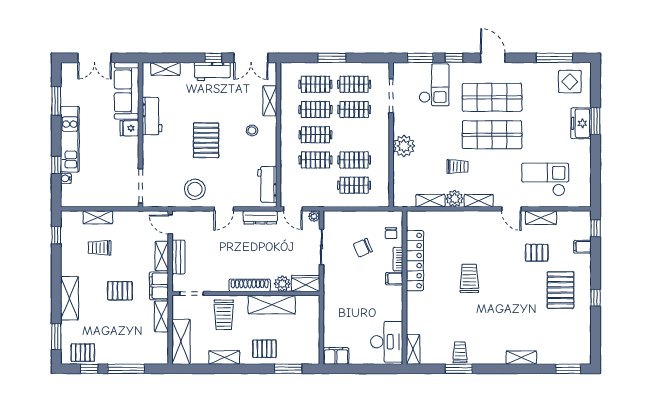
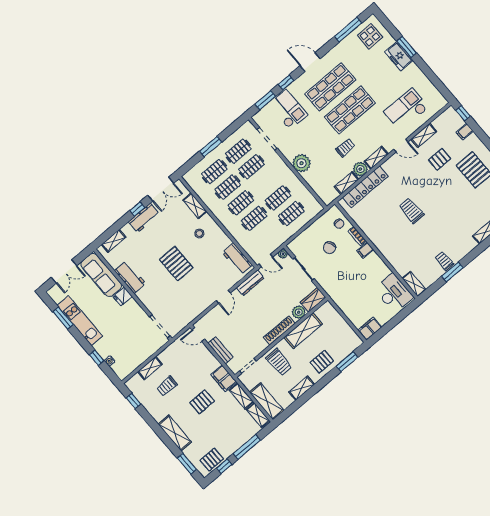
kitchen unit: (70, 139) -> (80, 321), moved
stool: (195, 189) -> (195, 300), removed
shelving: (162, 256) -> (258, 415), moved
locker: (415, 261) -> (365, 187), moved, turned 90

